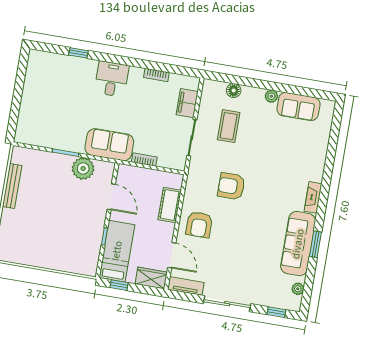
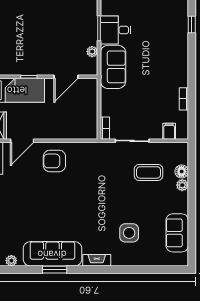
desk: (112, 79) -> (116, 30), moved, turned 180
plant: (271, 96) -> (182, 185), moved
filing cabinet: (187, 103) -> (169, 131), width x0.50
side table: (290, 158) -> (129, 233), added
bookcase: (144, 160) -> (105, 128), moved
plant: (83, 168) -> (92, 52), width x0.53, depth x0.53
armchair: (231, 186) -> (94, 184), removed
cot: (170, 205) -> (68, 131), removed

